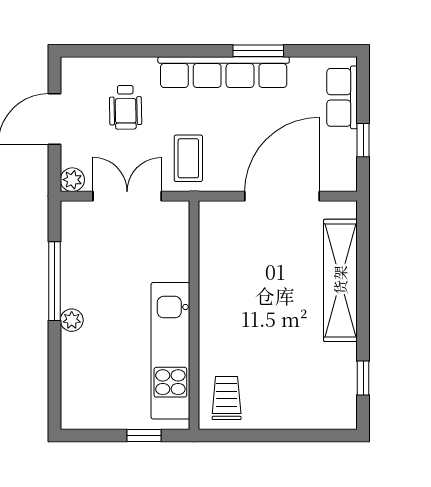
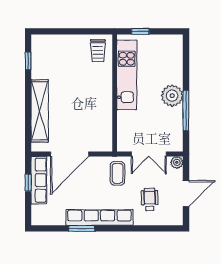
row of seats: (342, 97) -> (39, 180), moved, width x1.48
plant: (72, 320) -> (172, 96), width x1.88, depth x1.88

